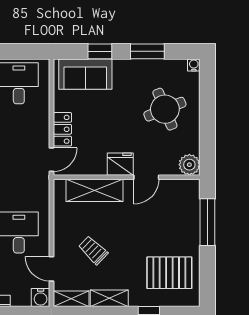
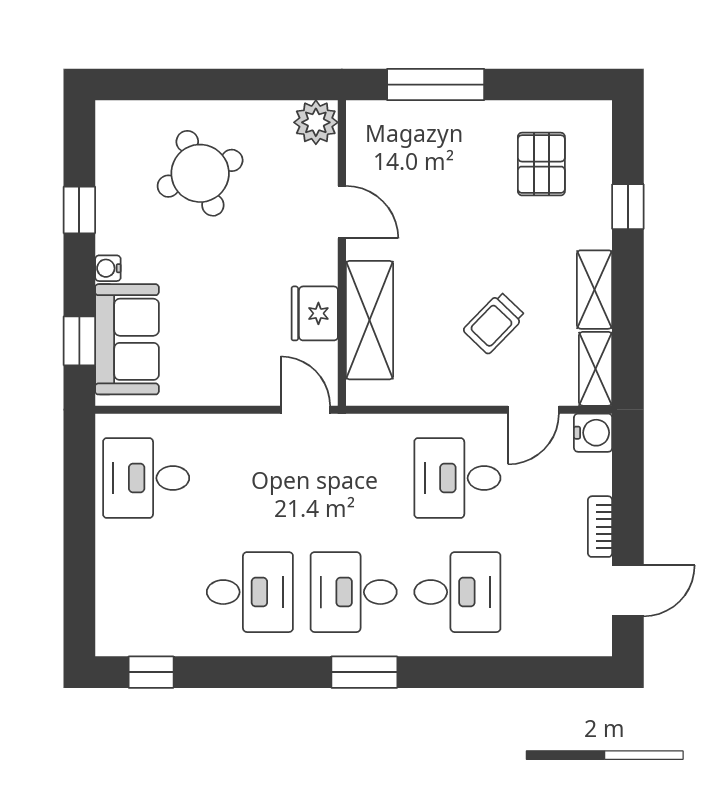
window: (100, 51) -> (79, 341), moved
window: (147, 51) -> (79, 210), width x0.67
water cooler: (194, 65) -> (108, 268), moved
locker: (62, 129) -> (242, 387), removed
fridge: (120, 164) -> (315, 313), moved
pallet: (169, 273) -> (541, 164), width x0.67, depth x0.71

